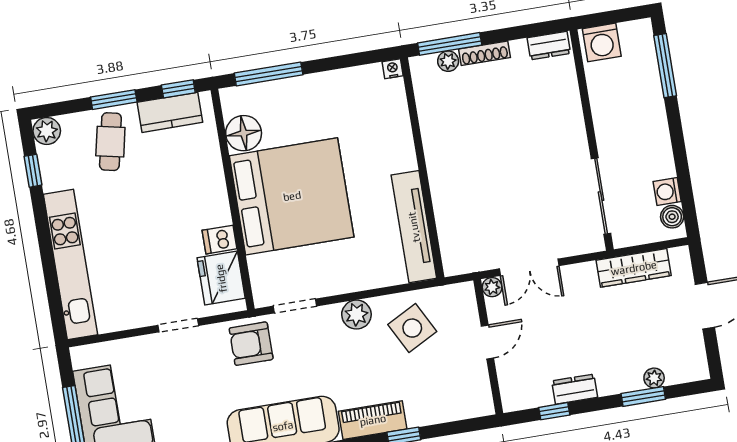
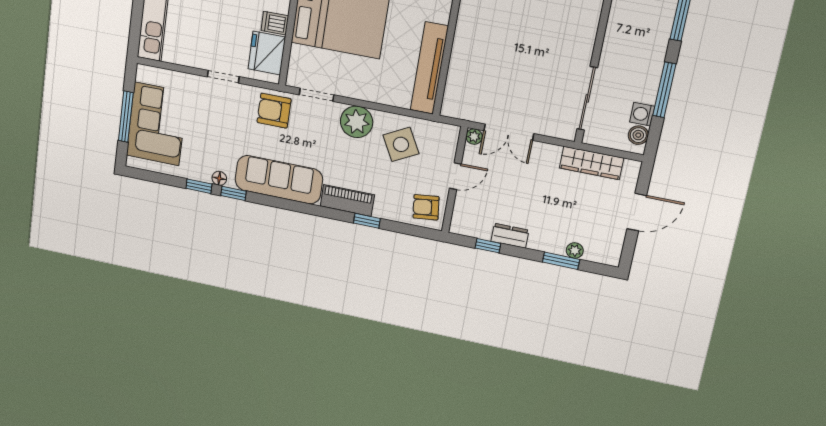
window: (680, 156) -> (664, 90), added
plant: (356, 315) -> (357, 122), width x1.36, depth x1.36
armchair: (467, 393) -> (426, 207), added

